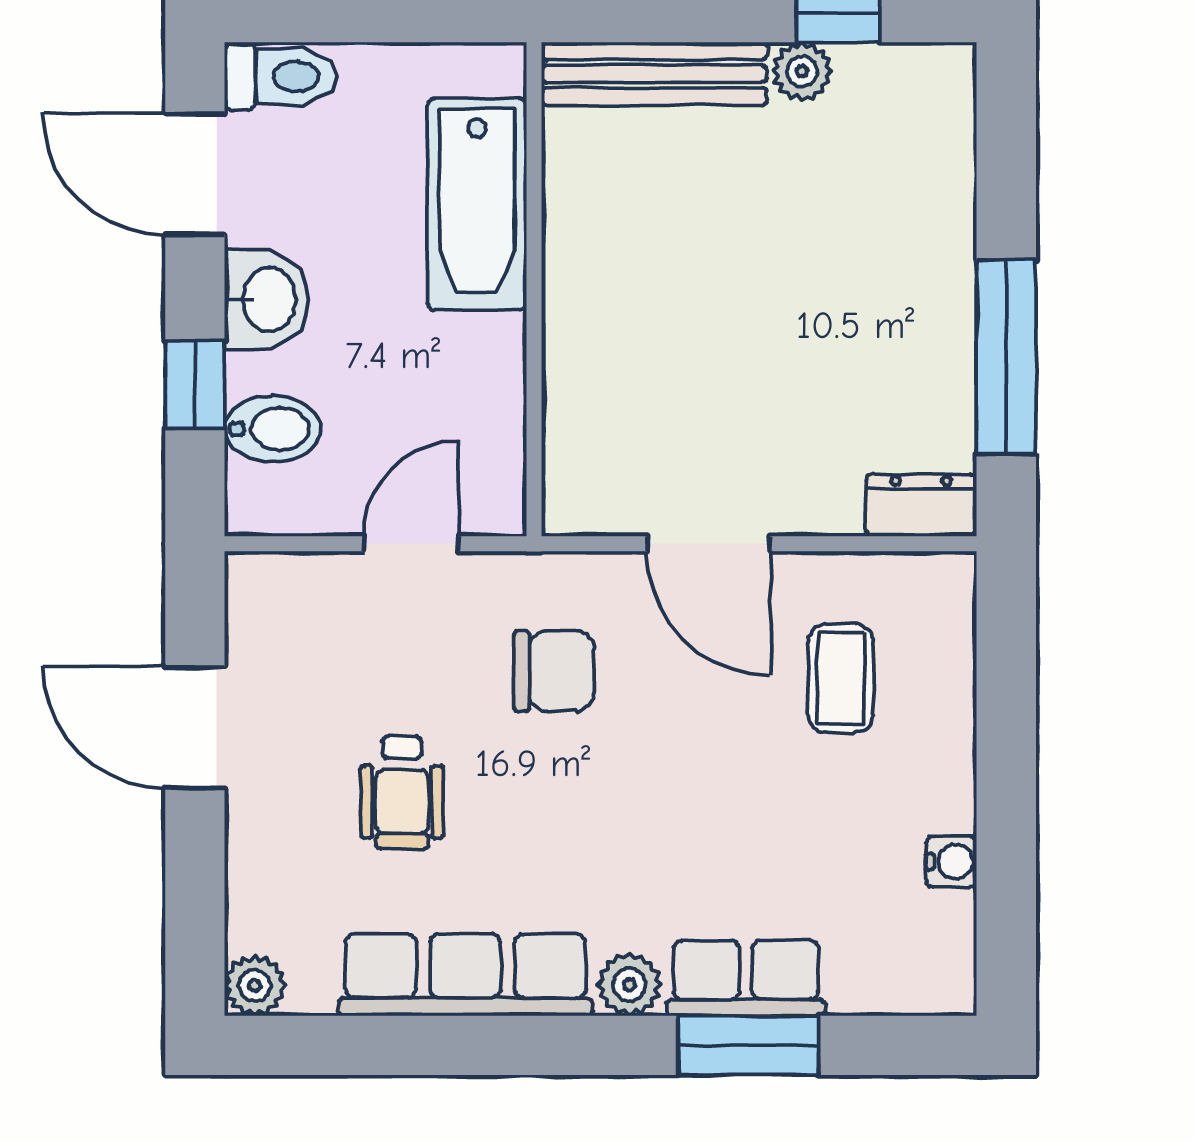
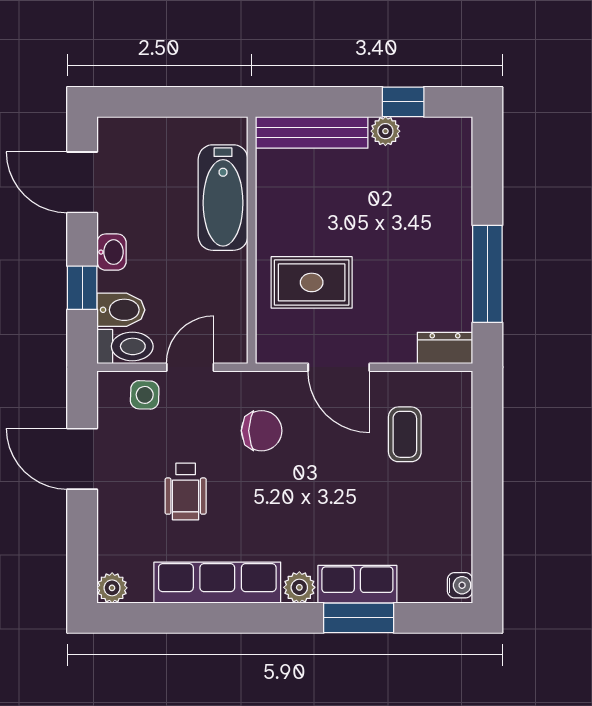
toilet: (281, 76) -> (125, 346), moved
washbasin: (267, 299) -> (111, 252), width x0.72, depth x0.69
rug: (654, 374) -> (312, 282), added
side table: (320, 599) -> (145, 395), added
water cooler: (951, 862) -> (460, 585), moved

